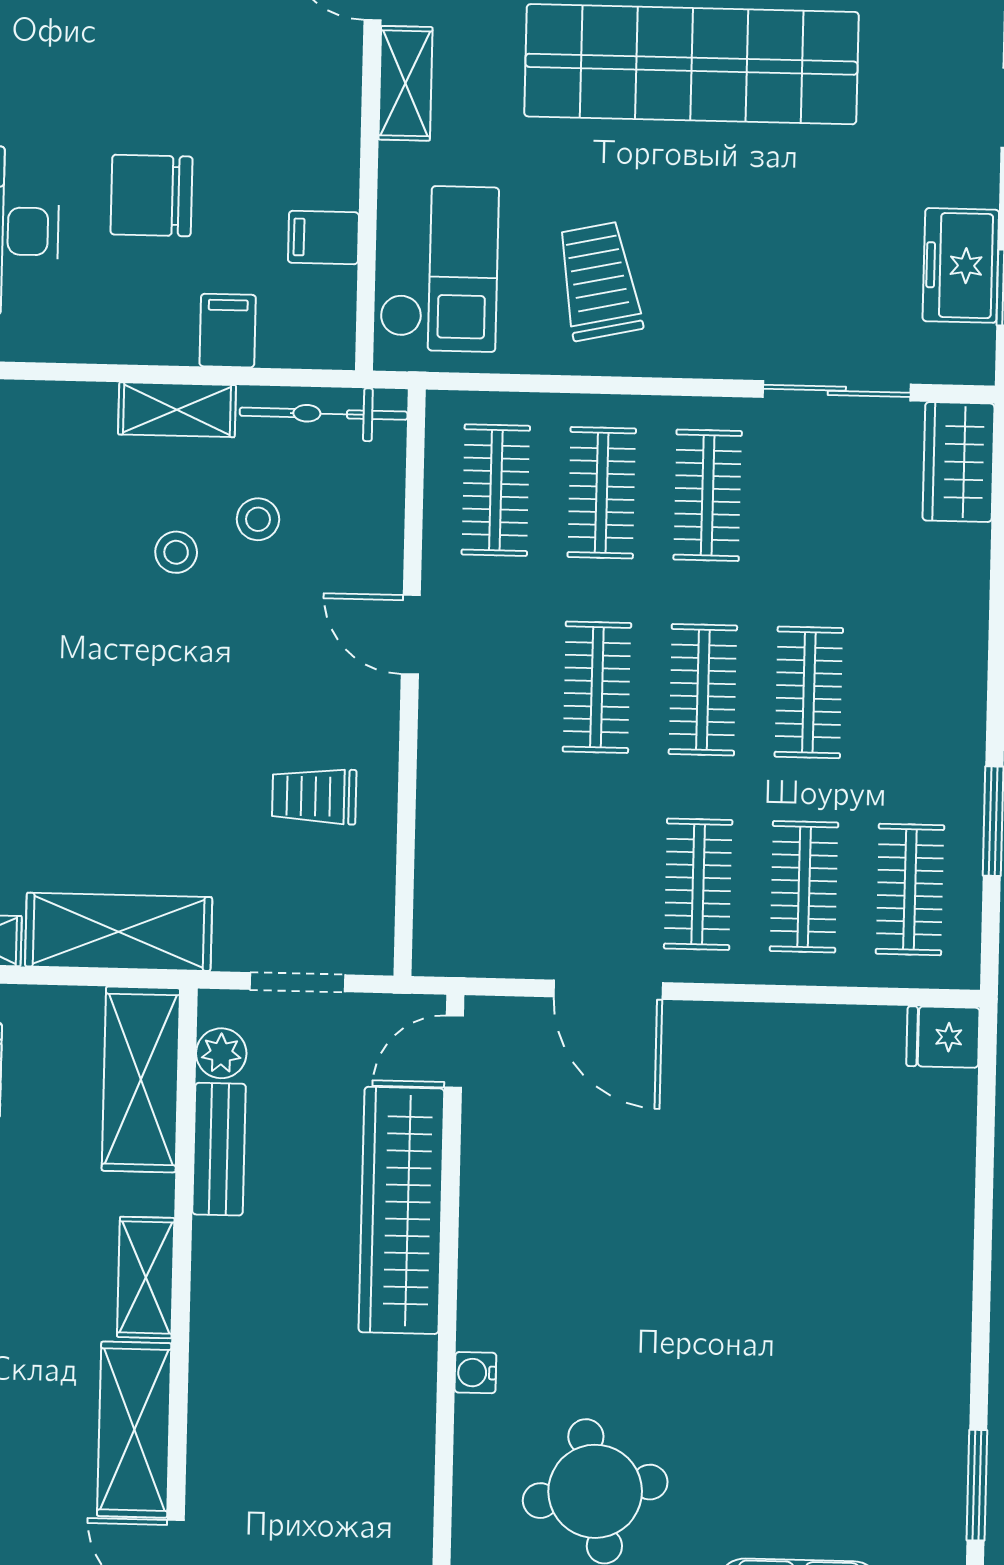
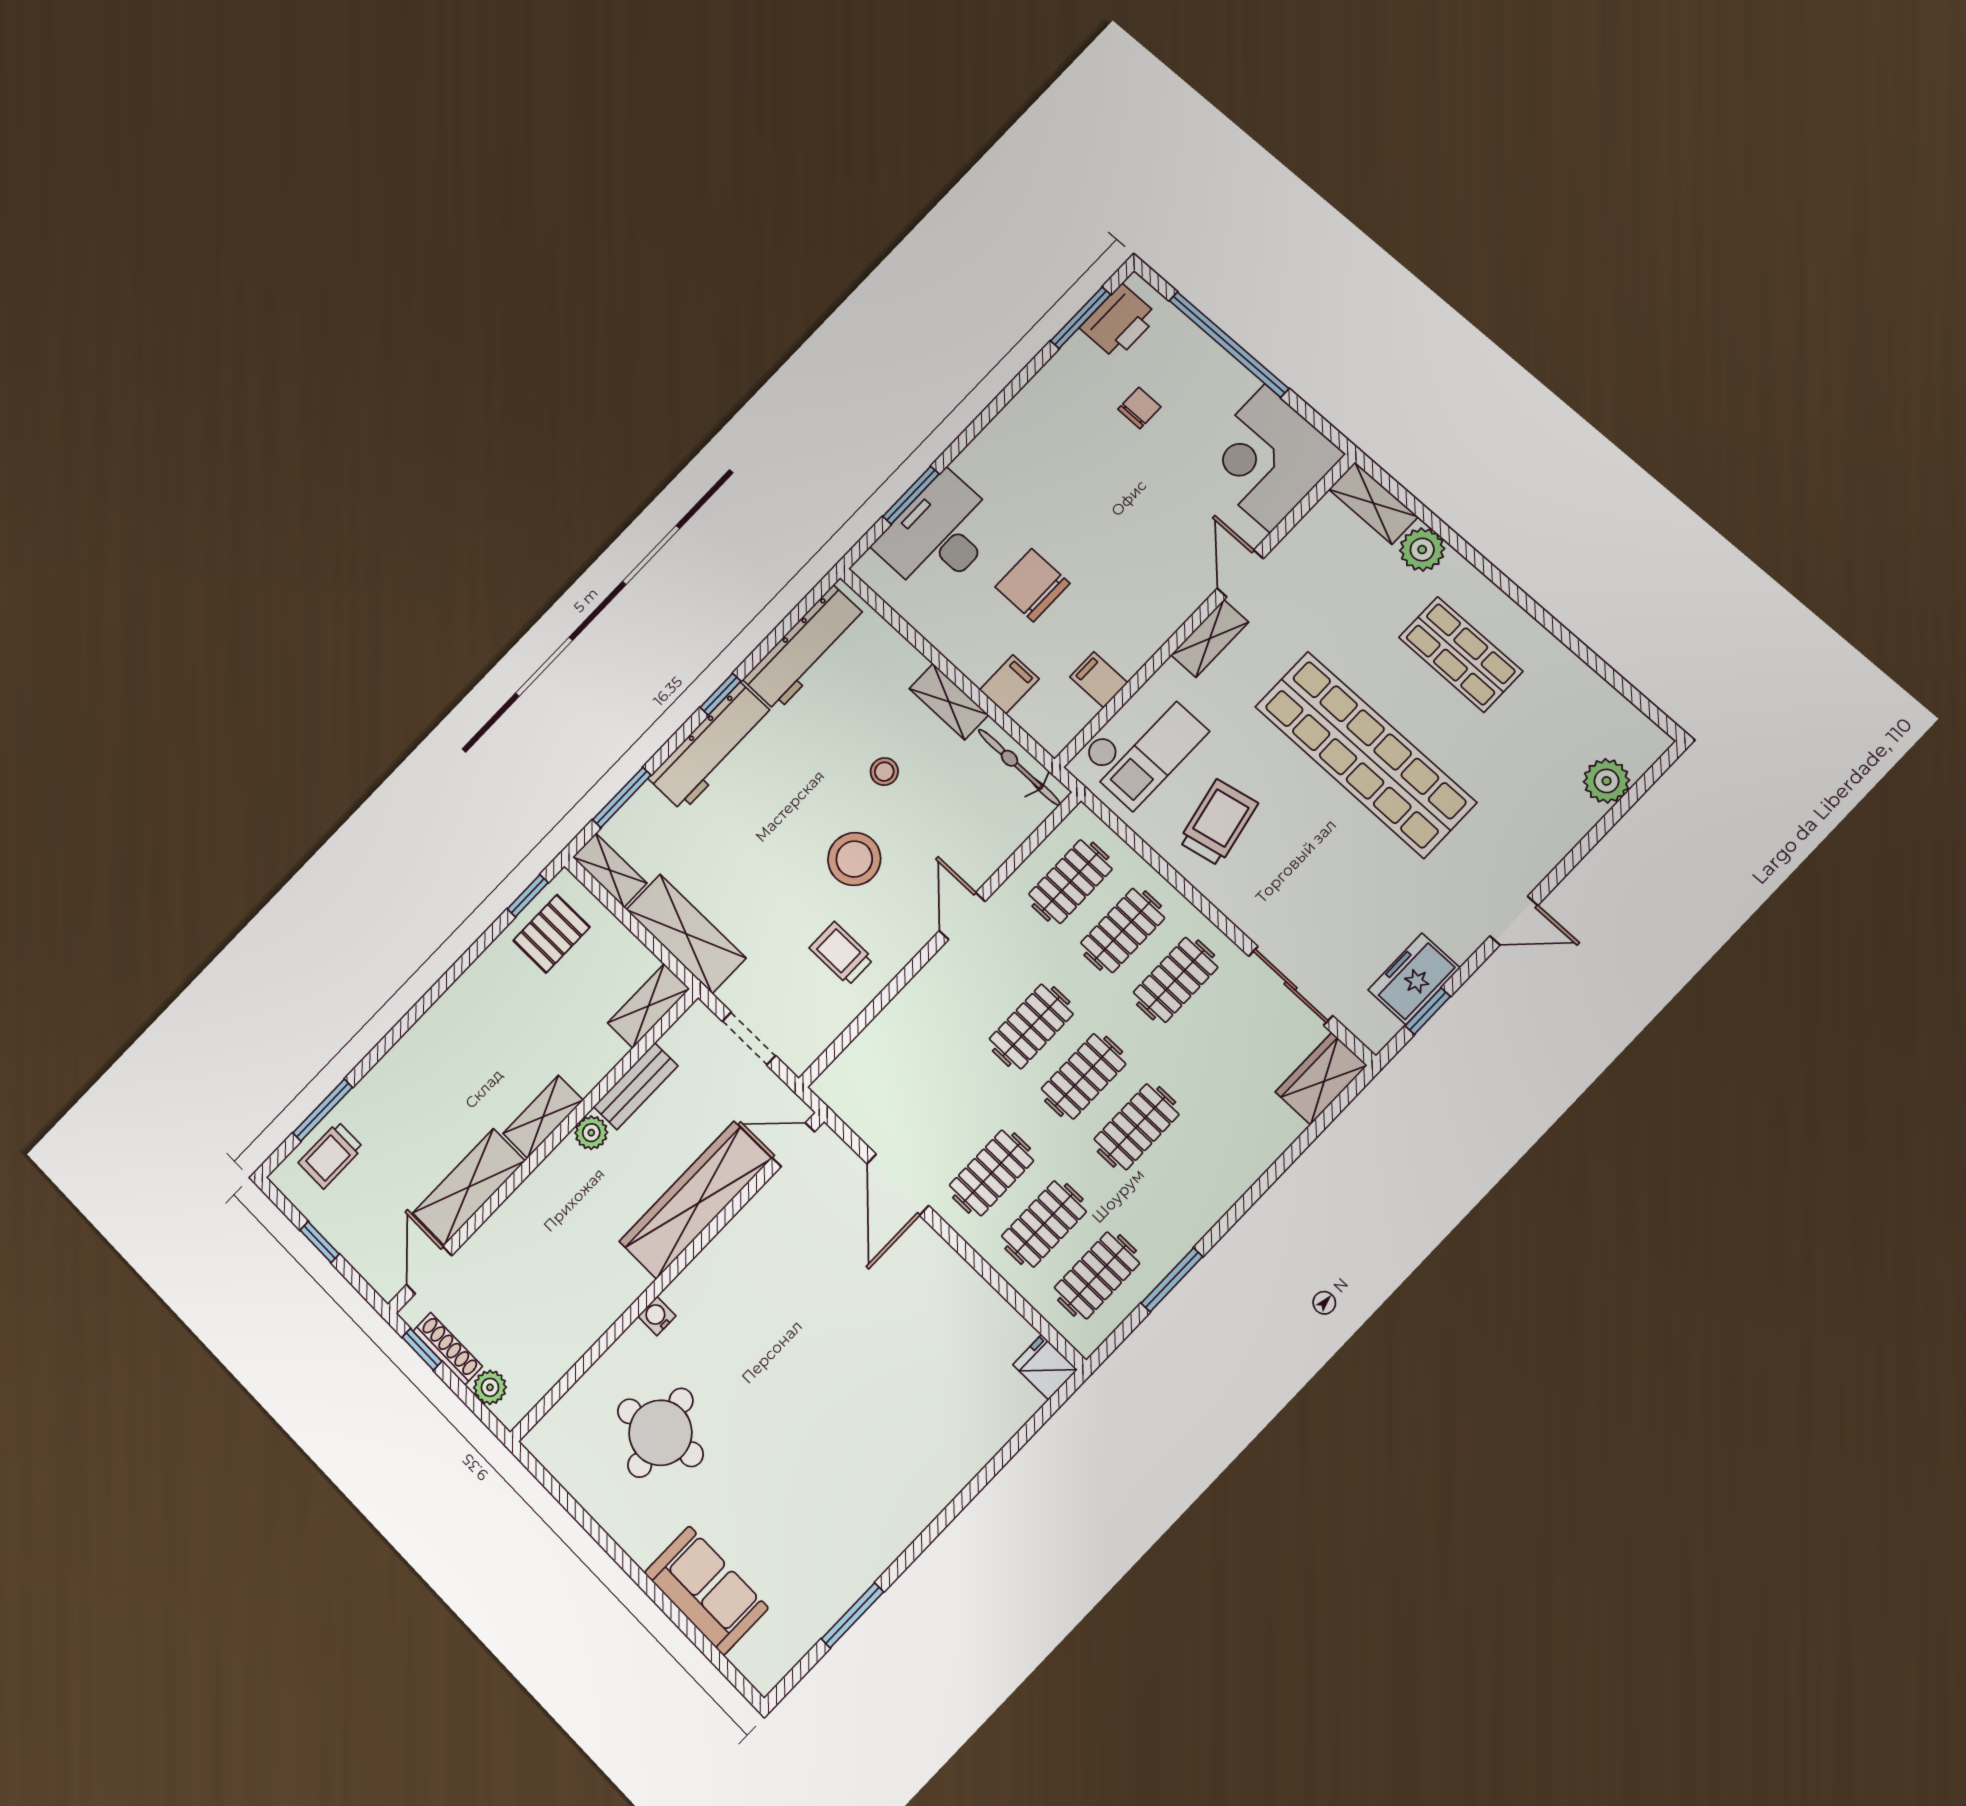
stool: (258, 519) -> (854, 859), moved, width x1.89, depth x1.89
plant: (221, 1053) -> (591, 1133), moved
shelving: (141, 1079) -> (649, 1006), width x0.67, depth x0.75

